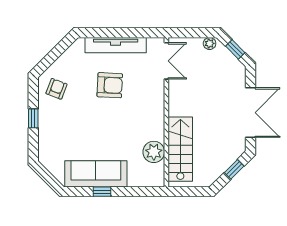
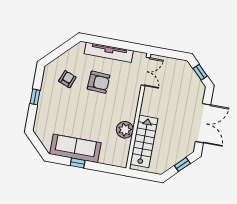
plant: (210, 43) -> (181, 64), removed
armchair: (56, 89) -> (67, 79), moved
plant: (154, 152) -> (125, 130), moved

